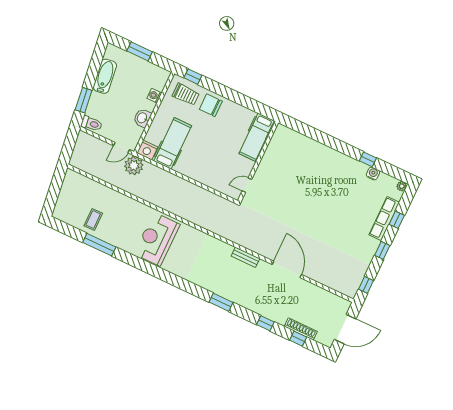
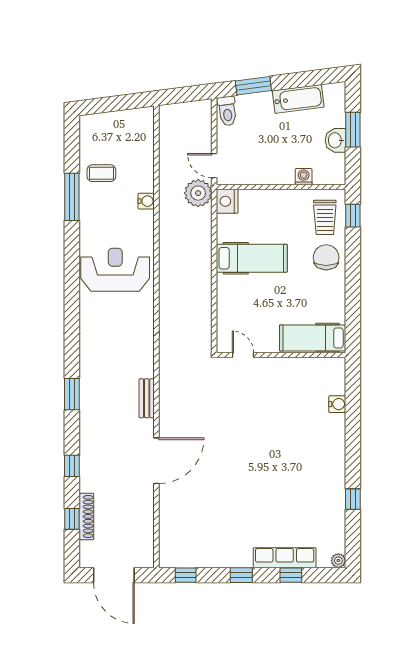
washbasin: (142, 118) -> (335, 140), moved, turned -90
hospital bed: (173, 143) -> (252, 258), moved
water cooler: (373, 173) -> (337, 404), moved
water cooler: (124, 200) -> (146, 201), added

